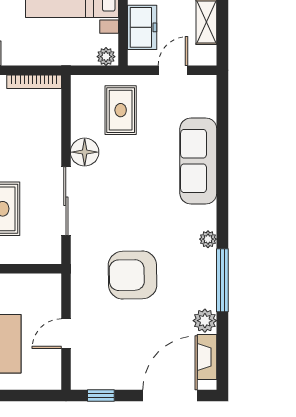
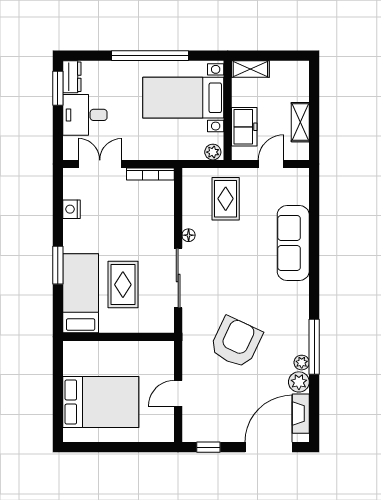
floor lamp: (85, 152) -> (189, 235), width x0.53, depth x0.53
plant: (208, 239) -> (302, 363), moved
armchair: (133, 275) -> (236, 342), turned 116

